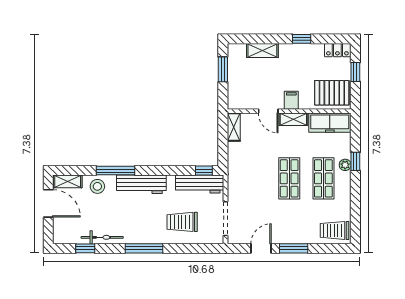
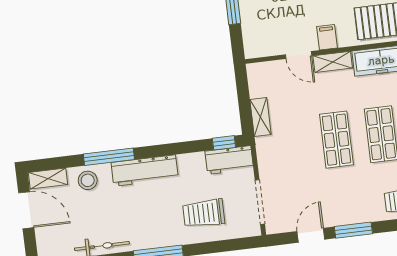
shelving: (234, 127) -> (260, 117), moved
workbench: (200, 184) -> (229, 160), width x0.73

